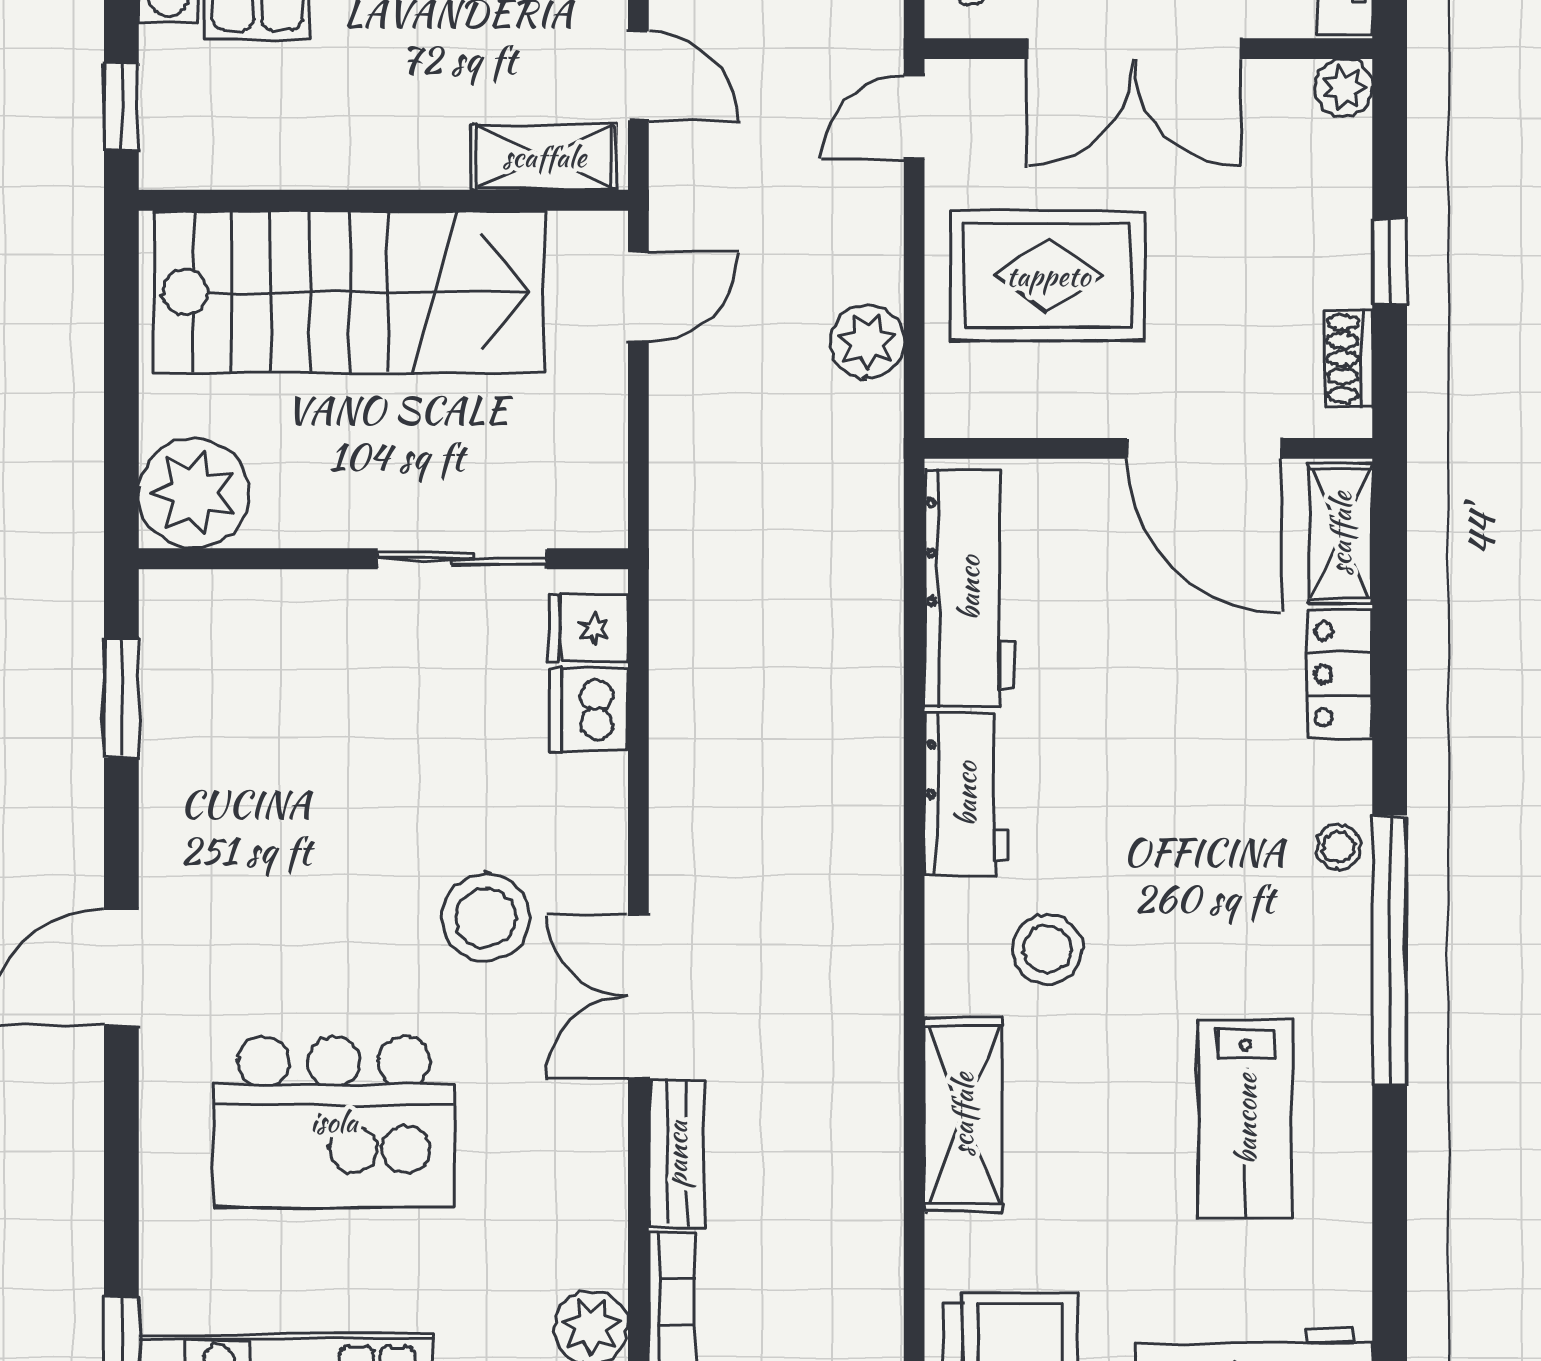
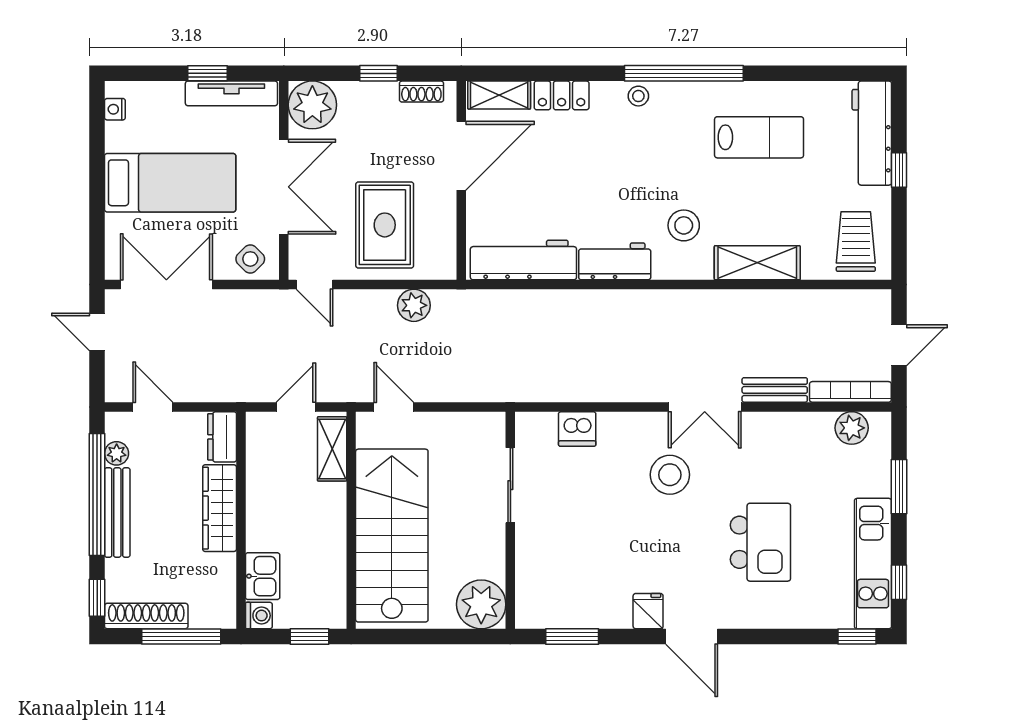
plant: (1344, 88) -> (312, 105), width x1.88, depth x1.88
fridge: (588, 628) -> (648, 611), moved, turned 180
kitchen island: (334, 1122) -> (760, 542), width x0.73, depth x0.78

